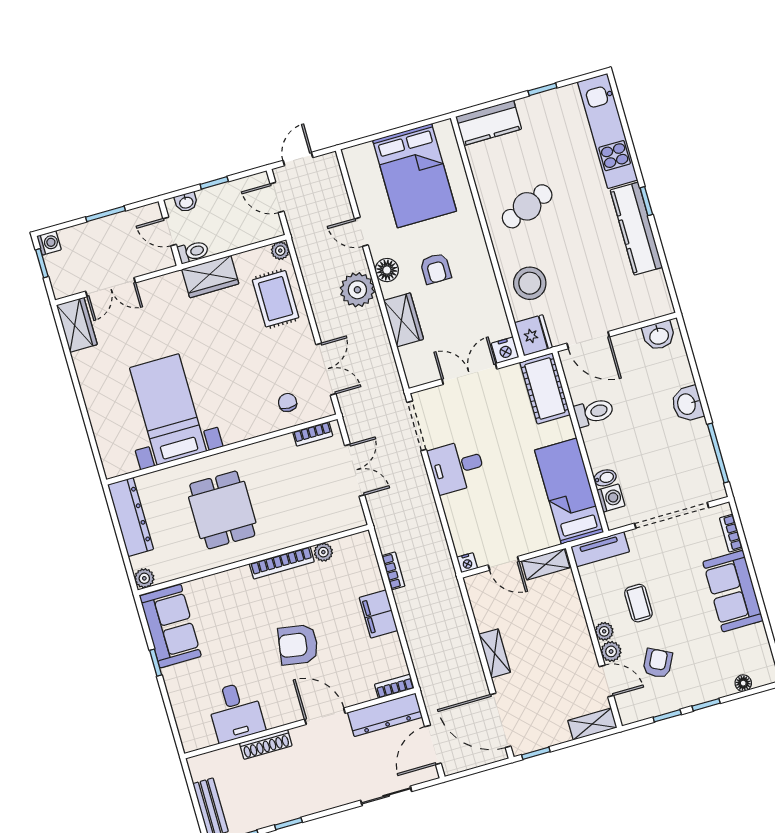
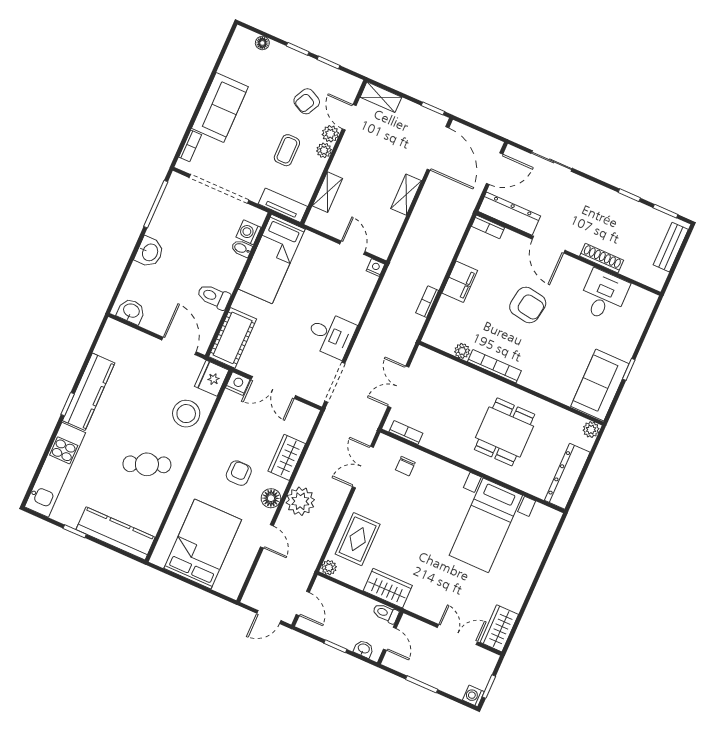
kitchen counter: (489, 123) -> (116, 533), width x1.50
shelving: (546, 564) -> (327, 192), moved, turned 90

